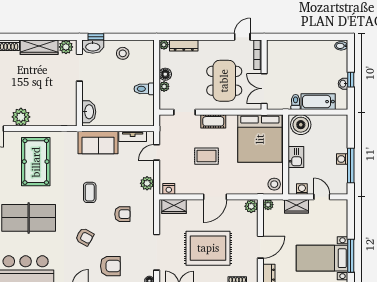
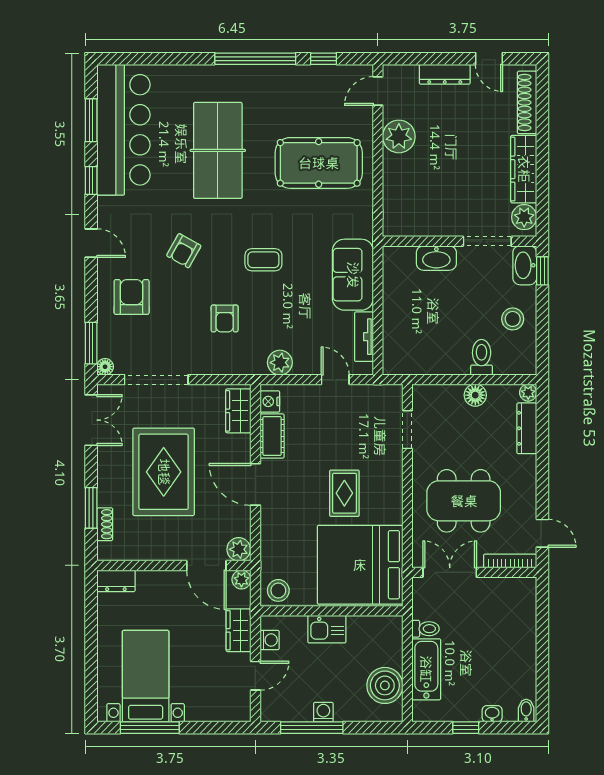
washbasin: (343, 84) -> (492, 714), moved
plant: (164, 86) -> (453, 393), removed
toilet: (144, 89) -> (482, 357), moved
washbasin: (89, 112) -> (436, 258), moved
cot: (213, 121) -> (272, 436), moved
boiler: (301, 125) -> (385, 685), moved
rug: (207, 156) -> (344, 493), moved
door: (260, 247) -> (206, 565), moved
armchair: (110, 266) -> (132, 297), turned 180

